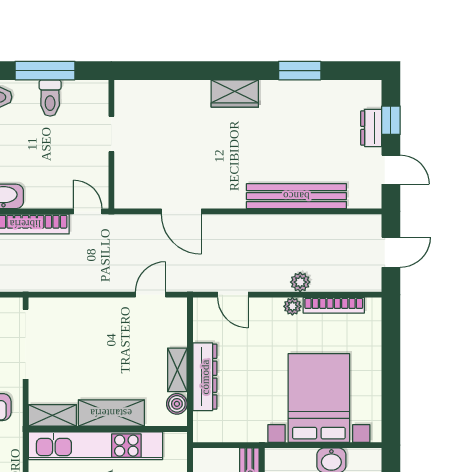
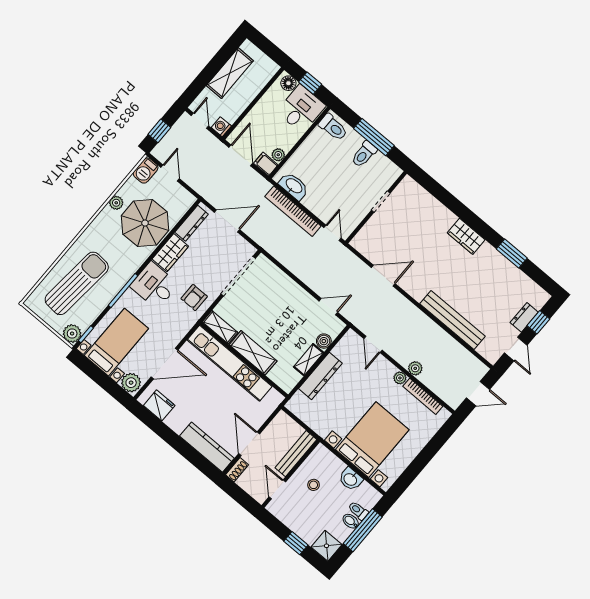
door: (181, 211) -> (383, 276), swing flipped
boiler: (177, 404) -> (324, 341), moved

